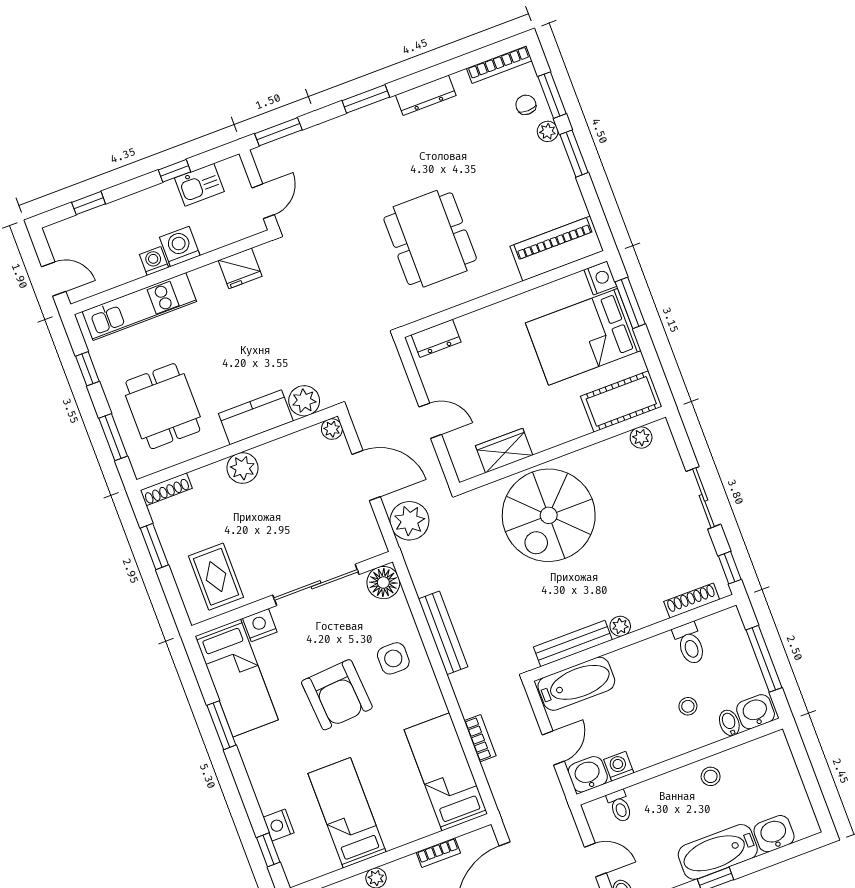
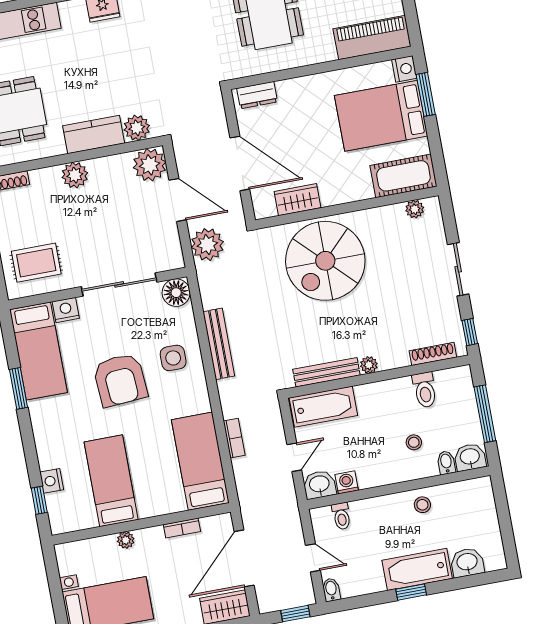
door: (430, 421) -> (240, 163), width x1.88
plant: (332, 429) -> (150, 165), width x1.87, depth x1.87
rug: (216, 577) -> (36, 263), turned 90

